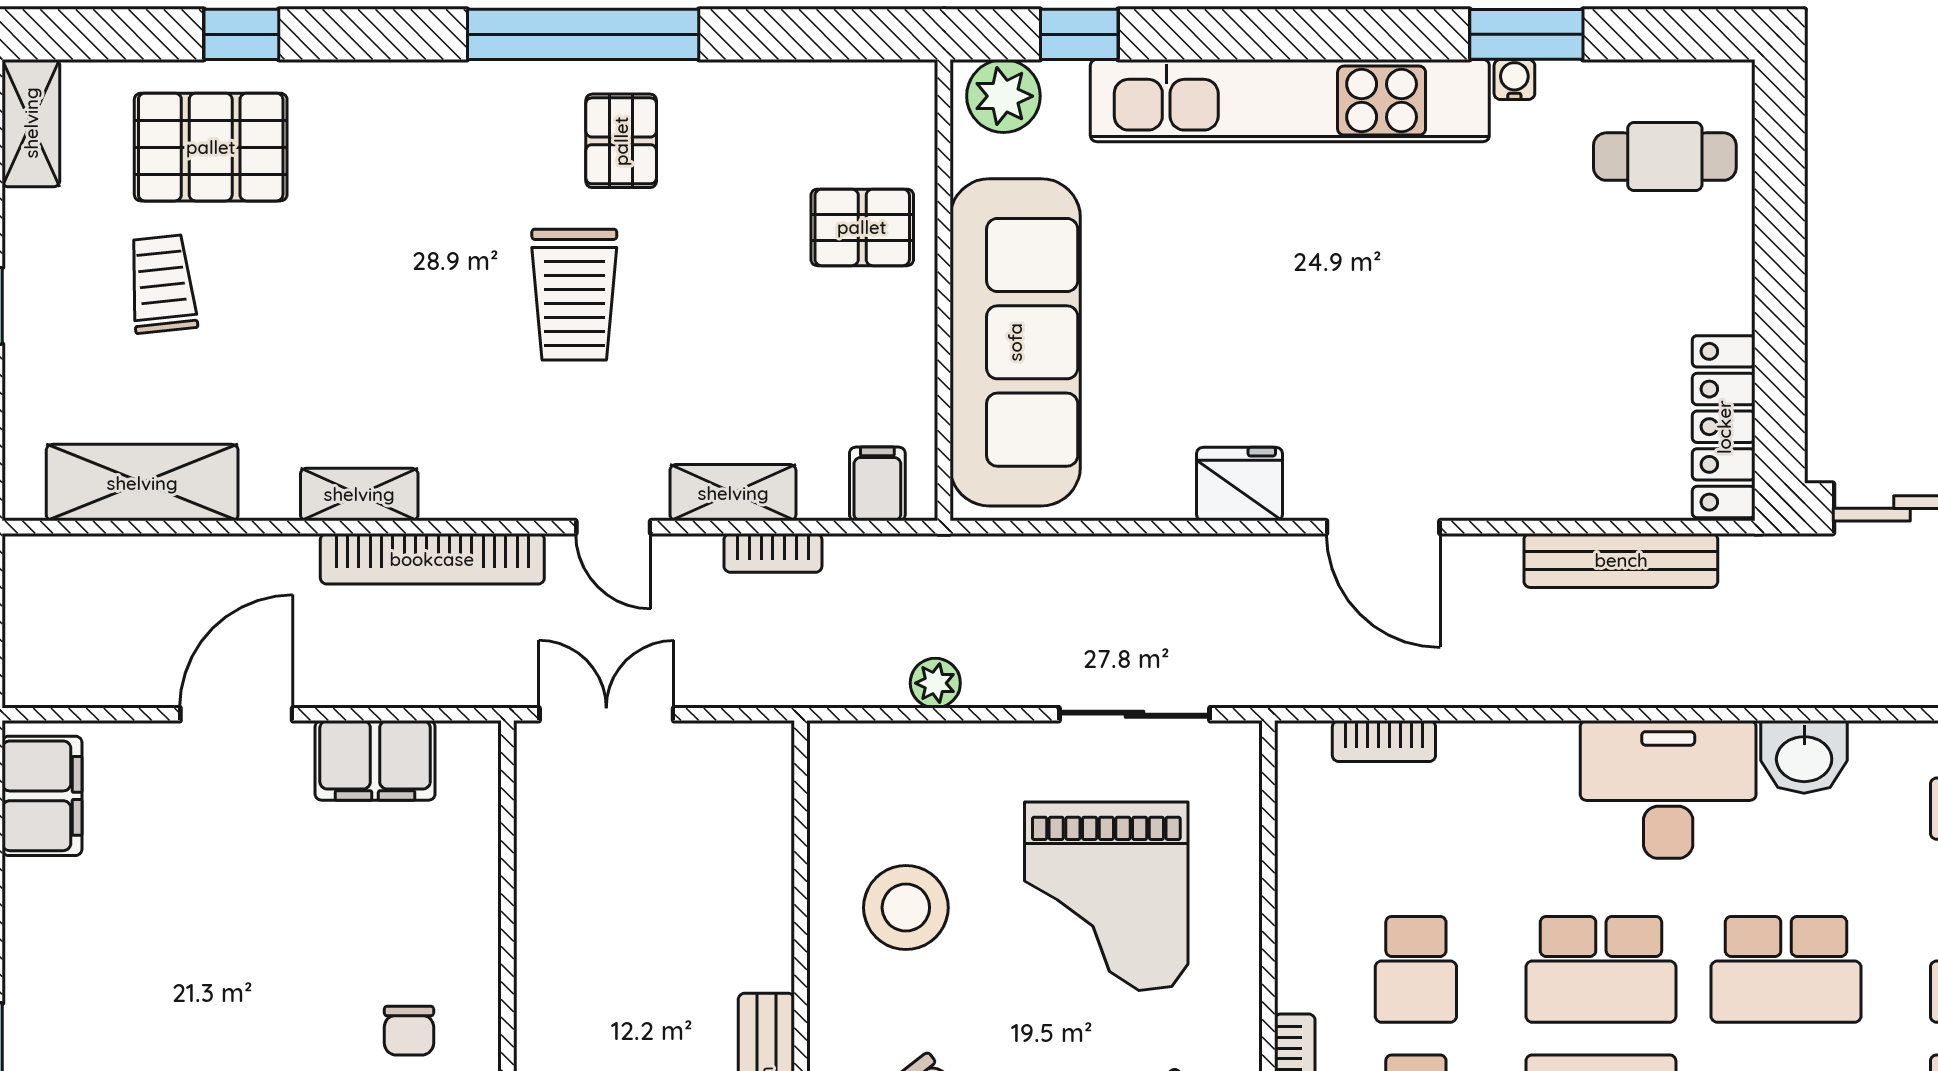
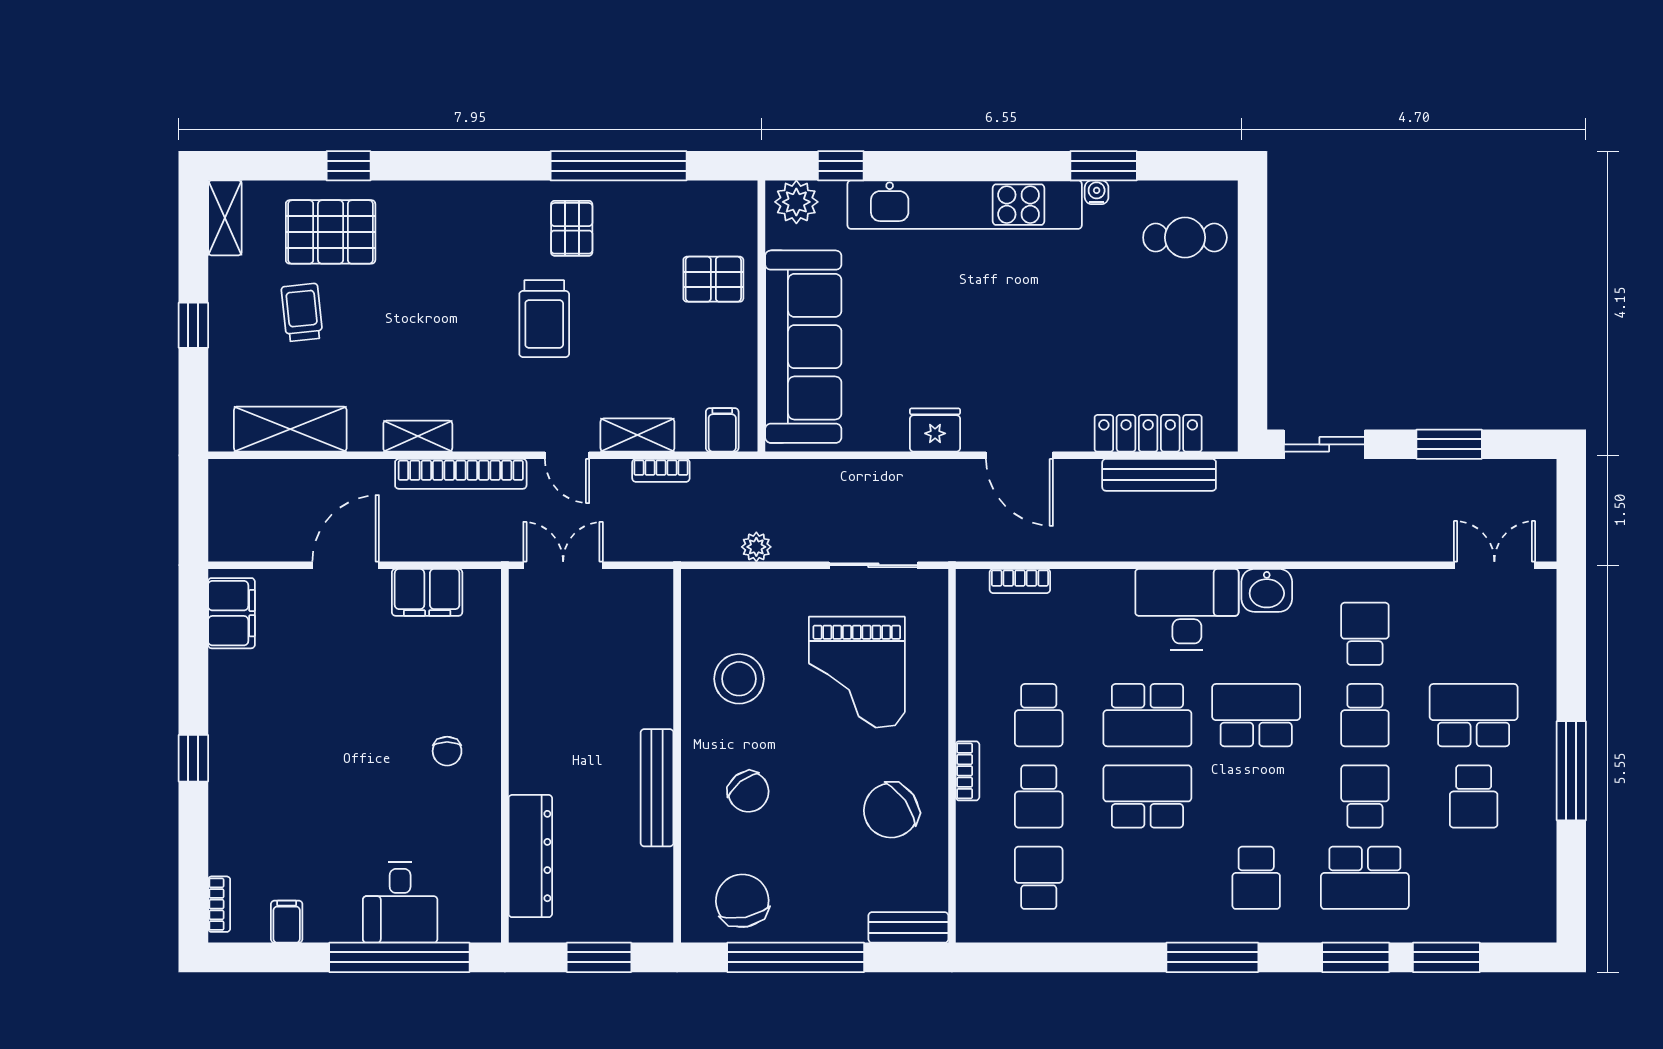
window: (583, 34) -> (619, 166), moved
locker: (1724, 427) -> (1148, 433), moved, turned 90
school desk: (1786, 969) -> (1256, 715), turned 180

